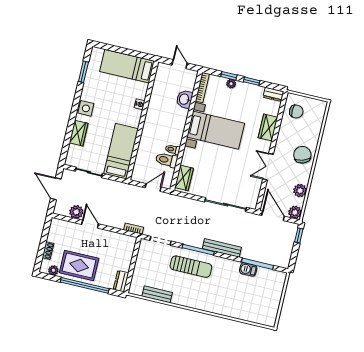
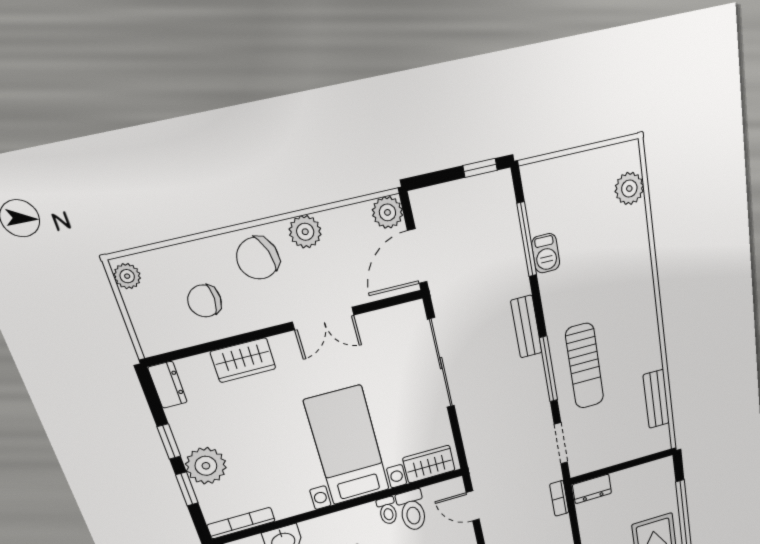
plant: (231, 84) -> (206, 466), width x1.88, depth x1.88
plant: (319, 105) -> (127, 276), added
chair: (296, 111) -> (205, 301), moved, turned -90
bed with nightstands: (216, 130) -> (347, 446), moved
plant: (300, 191) -> (305, 232), moved
window: (299, 235) -> (480, 168), moved
bench: (222, 248) -> (526, 327), width x0.73
sun lounger: (191, 267) -> (585, 366), turned 180
dresser: (121, 281) -> (592, 489), moved
plant: (257, 316) -> (629, 188), added

